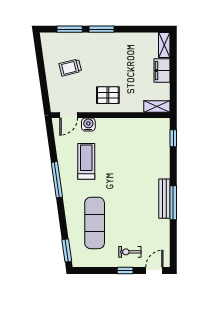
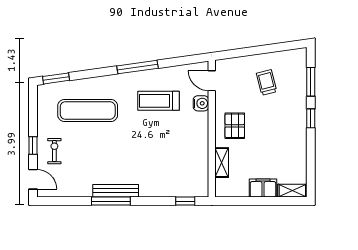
window: (101, 29) -> (311, 118), width x0.67
shelving: (157, 107) -> (222, 163), moved
treadmill: (86, 161) -> (159, 101), turned 180

